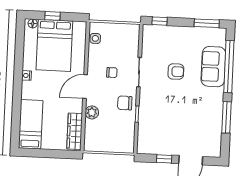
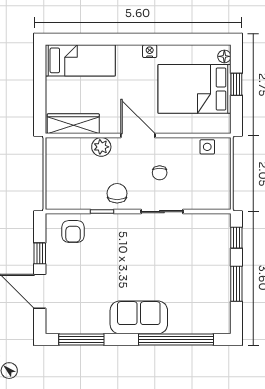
window: (207, 23) -> (236, 284), moved
sofa: (213, 67) -> (139, 317), moved
armchair: (176, 72) -> (73, 231), moved
window: (226, 117) -> (81, 340), moved

